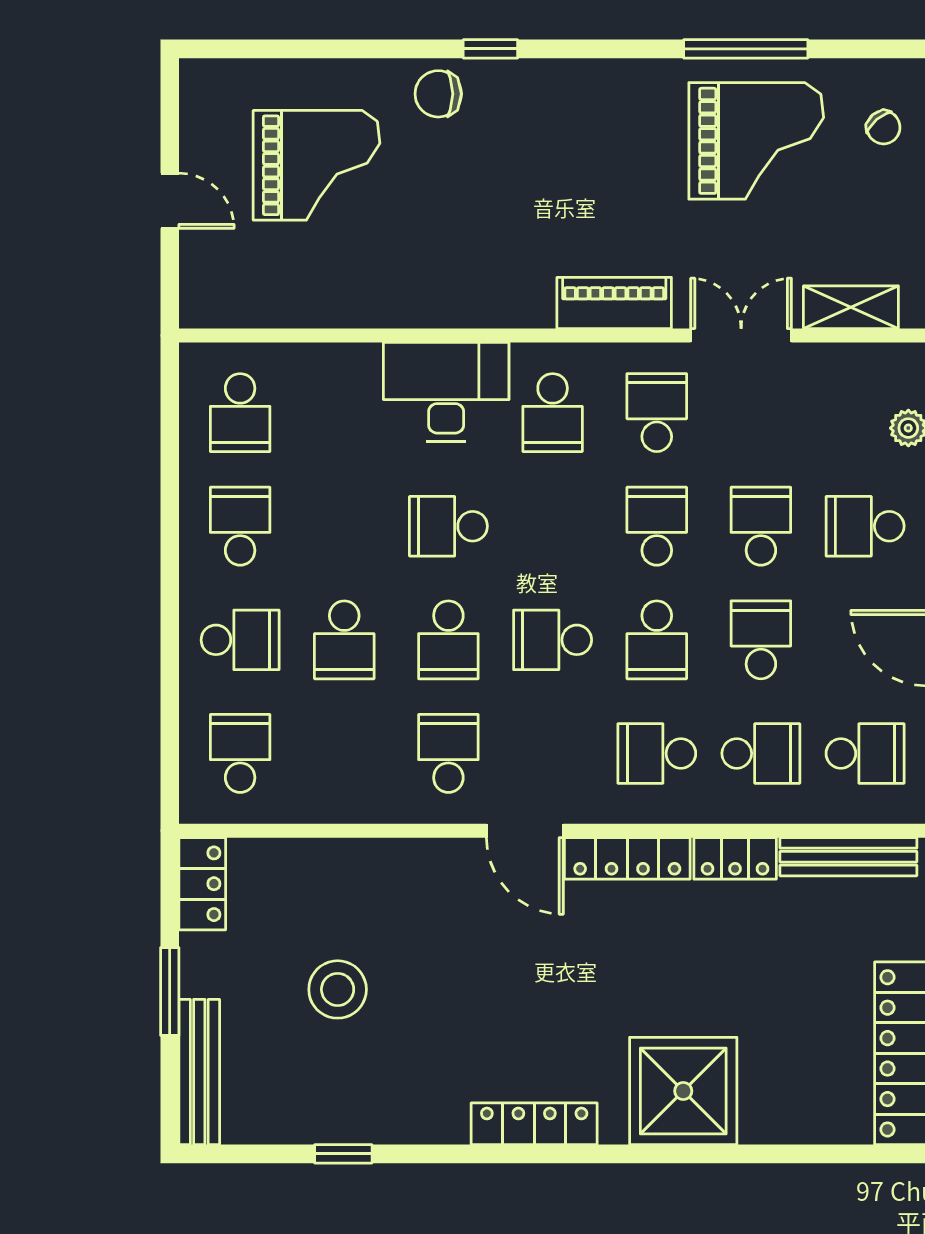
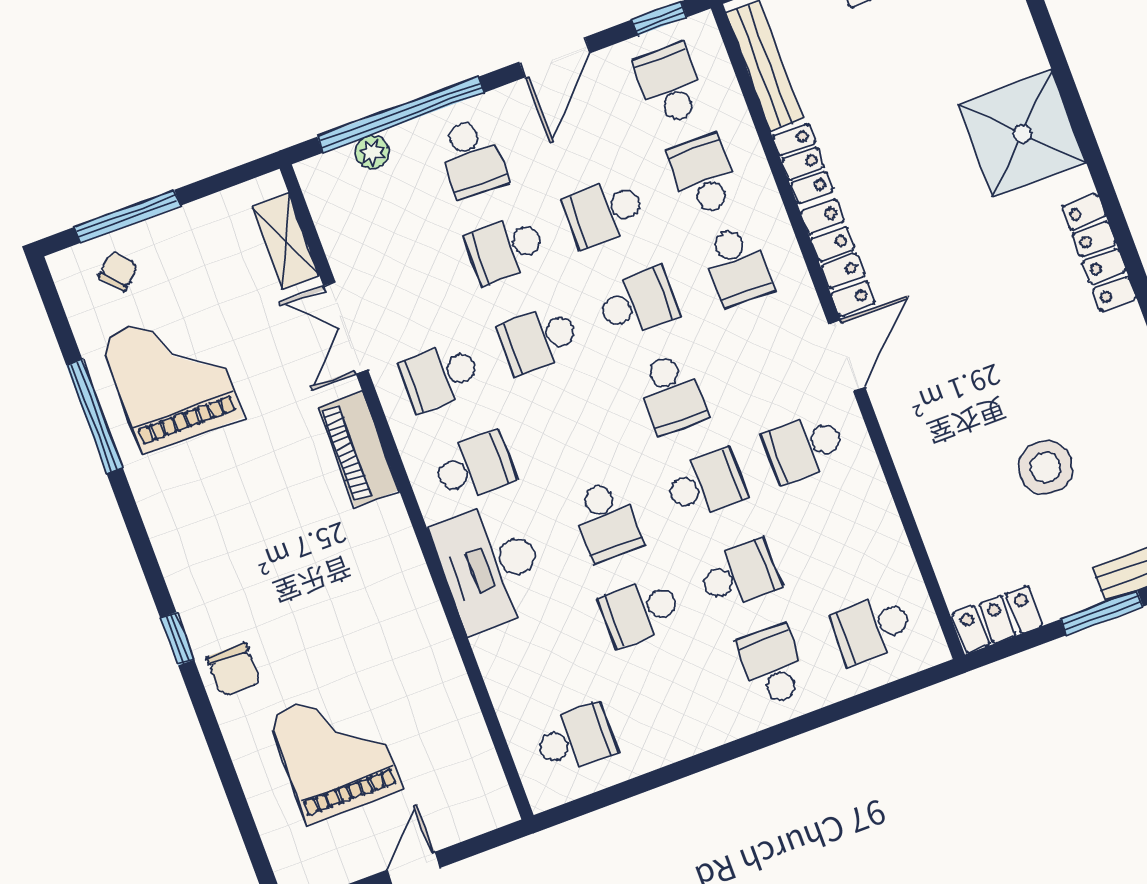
school desk: (240, 526) -> (640, 612), moved

